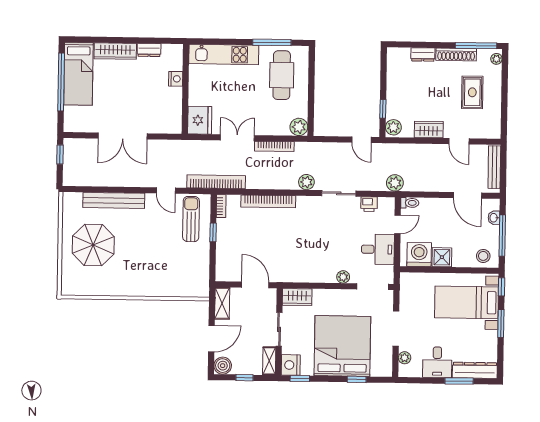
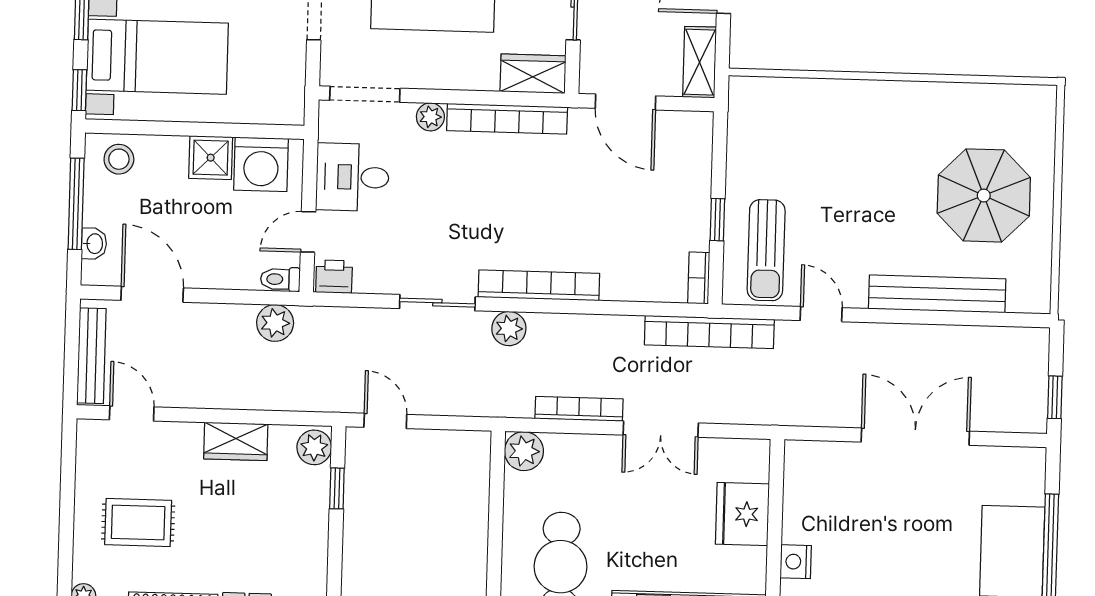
rug: (472, 92) -> (138, 523), turned 90
fridge: (200, 120) -> (742, 514), moved
door: (459, 141) -> (132, 413), moved
plant: (395, 183) -> (275, 323), moved
bookcase: (268, 201) -> (539, 285), moved
printer: (369, 204) -> (334, 277), moved
bookcase: (309, 277) -> (507, 119), added

